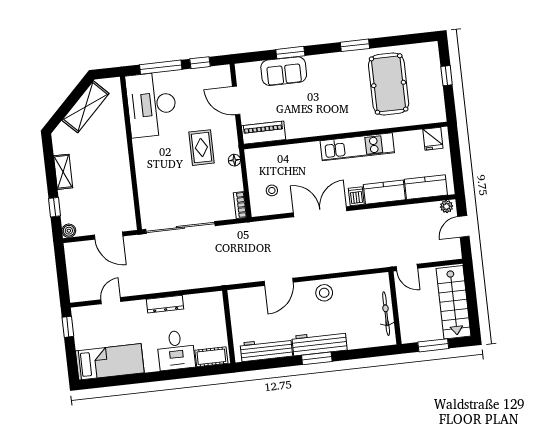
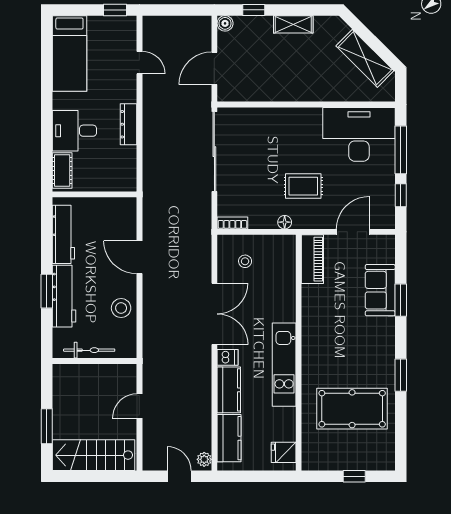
wall: (395, 308) -> (95, 361), moved
bicycle: (386, 314) -> (89, 350), moved

